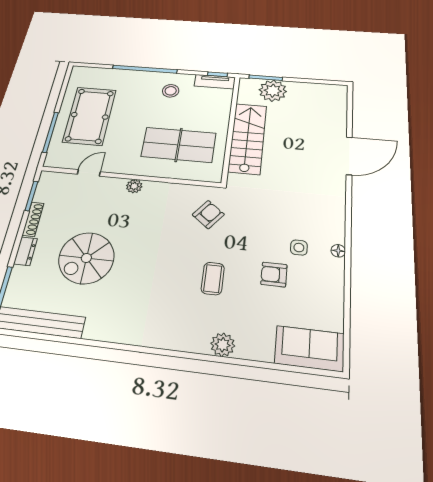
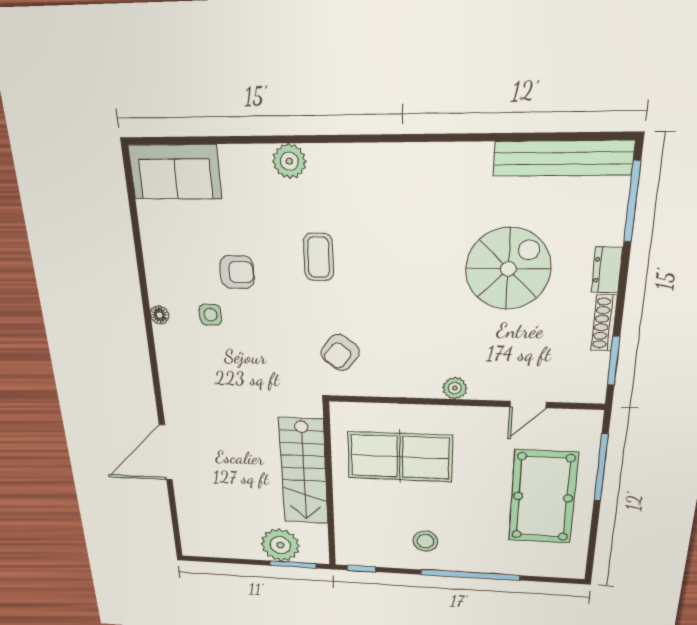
tv unit: (215, 82) -> (364, 557), removed

